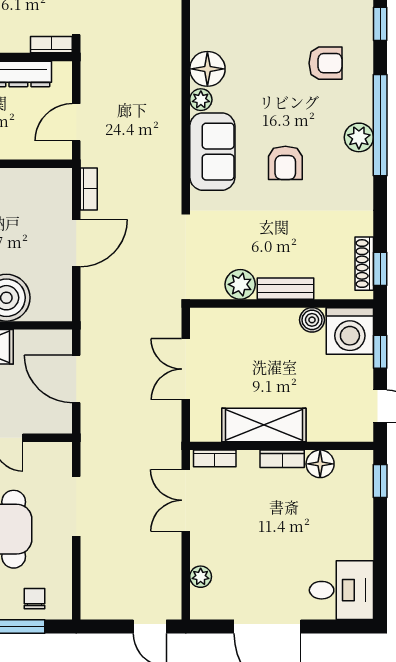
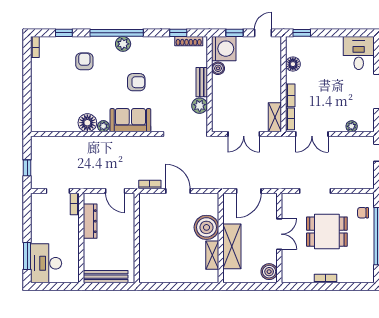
window: (380, 269) -> (178, 33), moved
shelving: (264, 425) -> (275, 117), moved, width x0.67, depth x0.75
bookcase: (282, 459) -> (290, 95), moved

